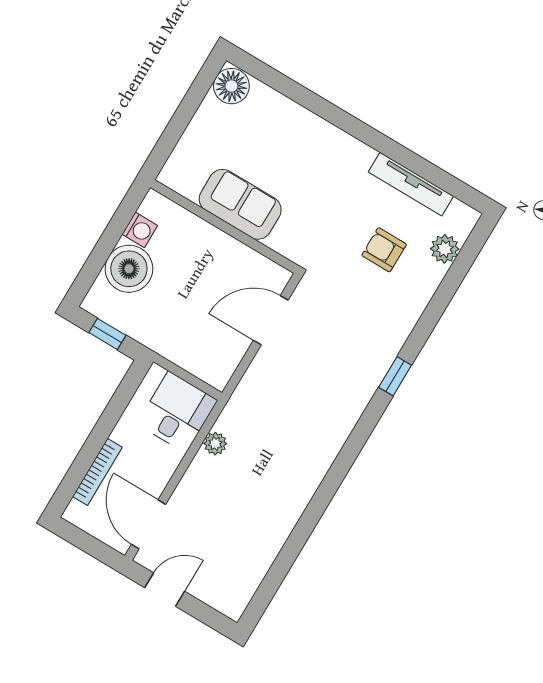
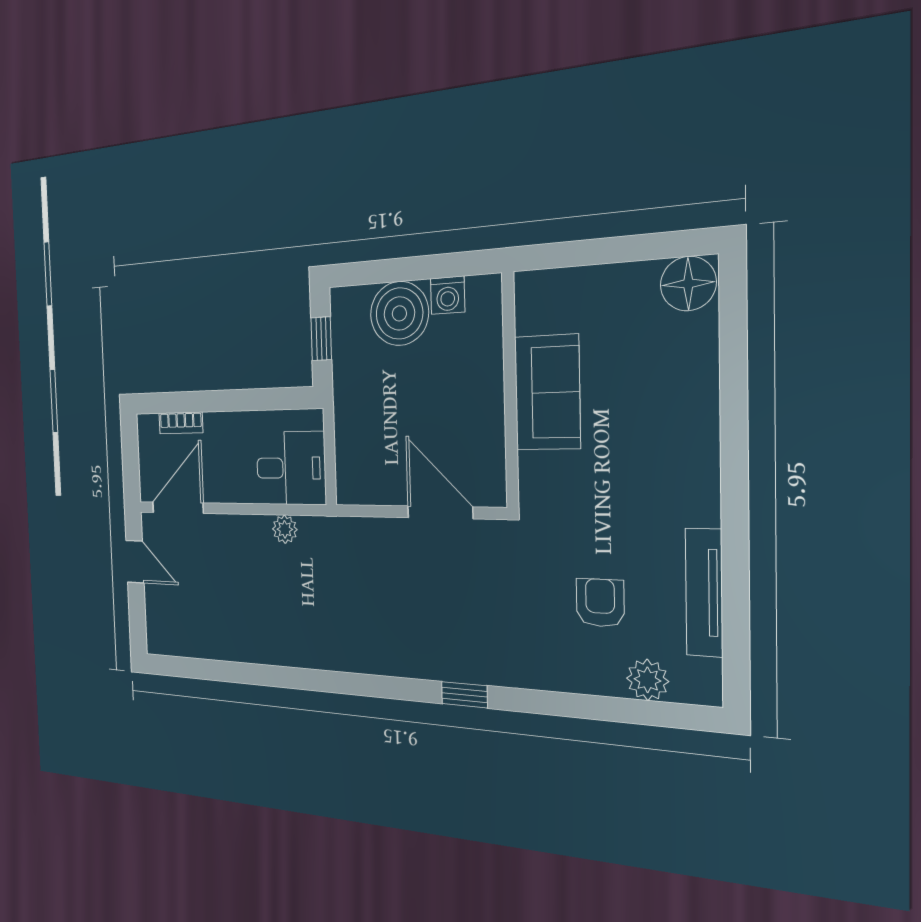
bookcase: (97, 472) -> (181, 423), width x0.64

